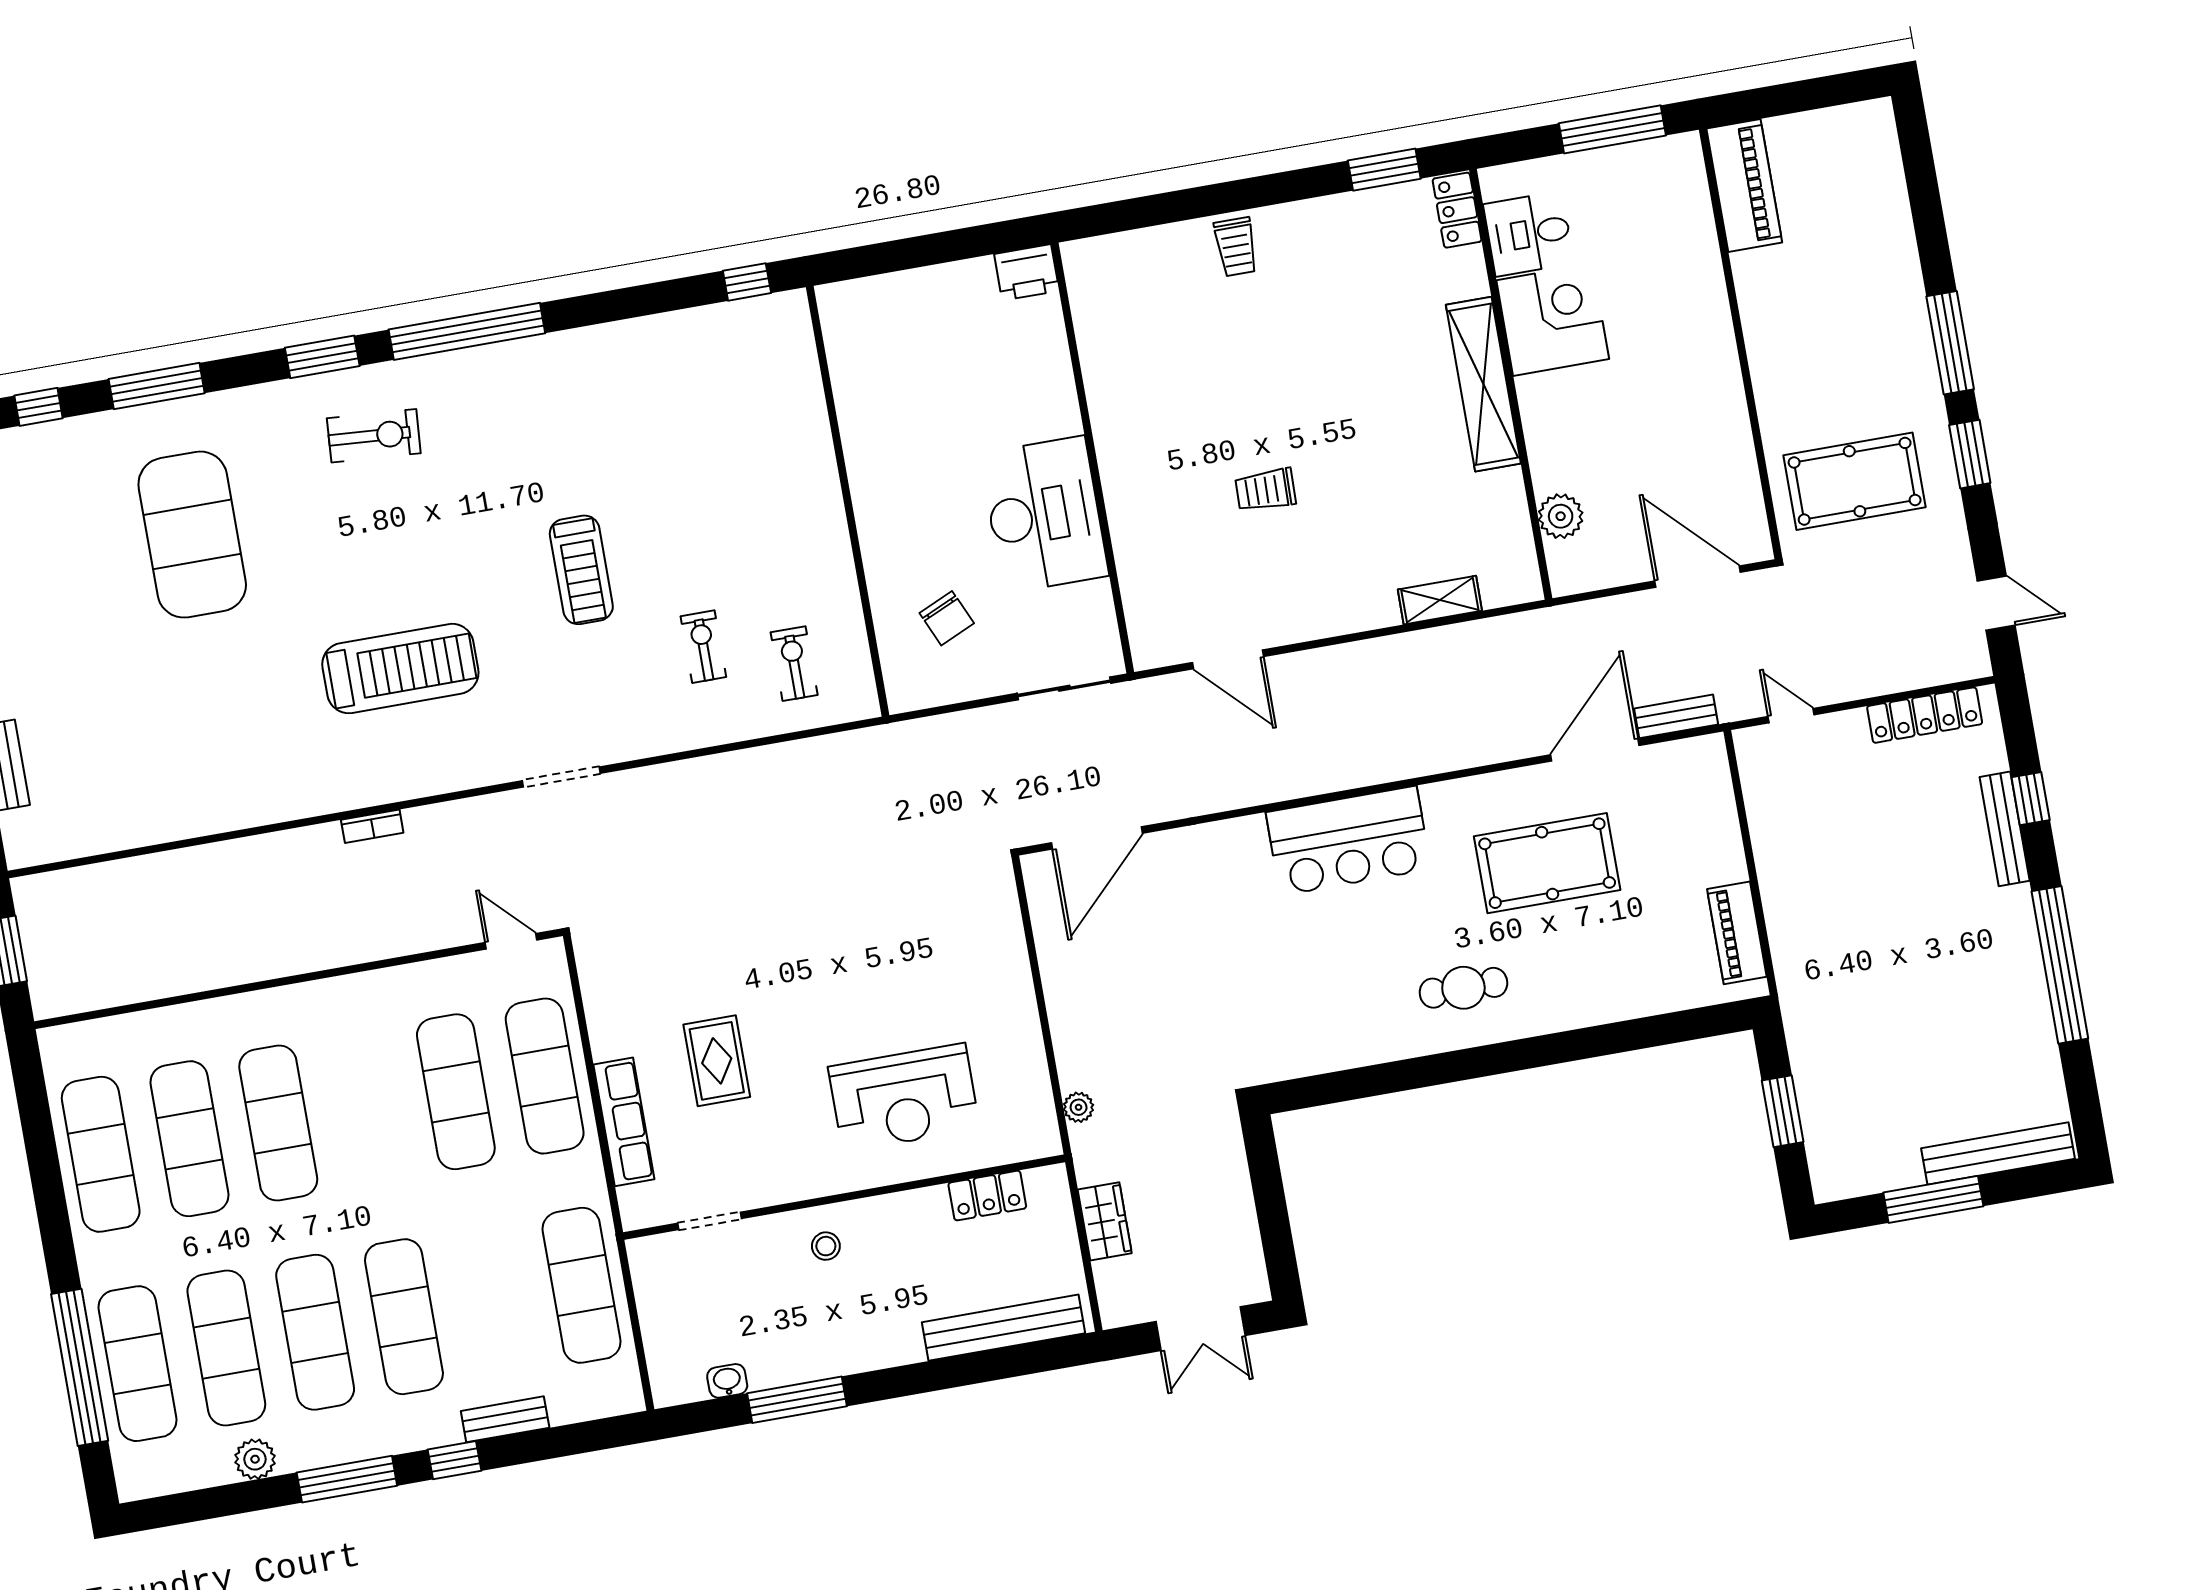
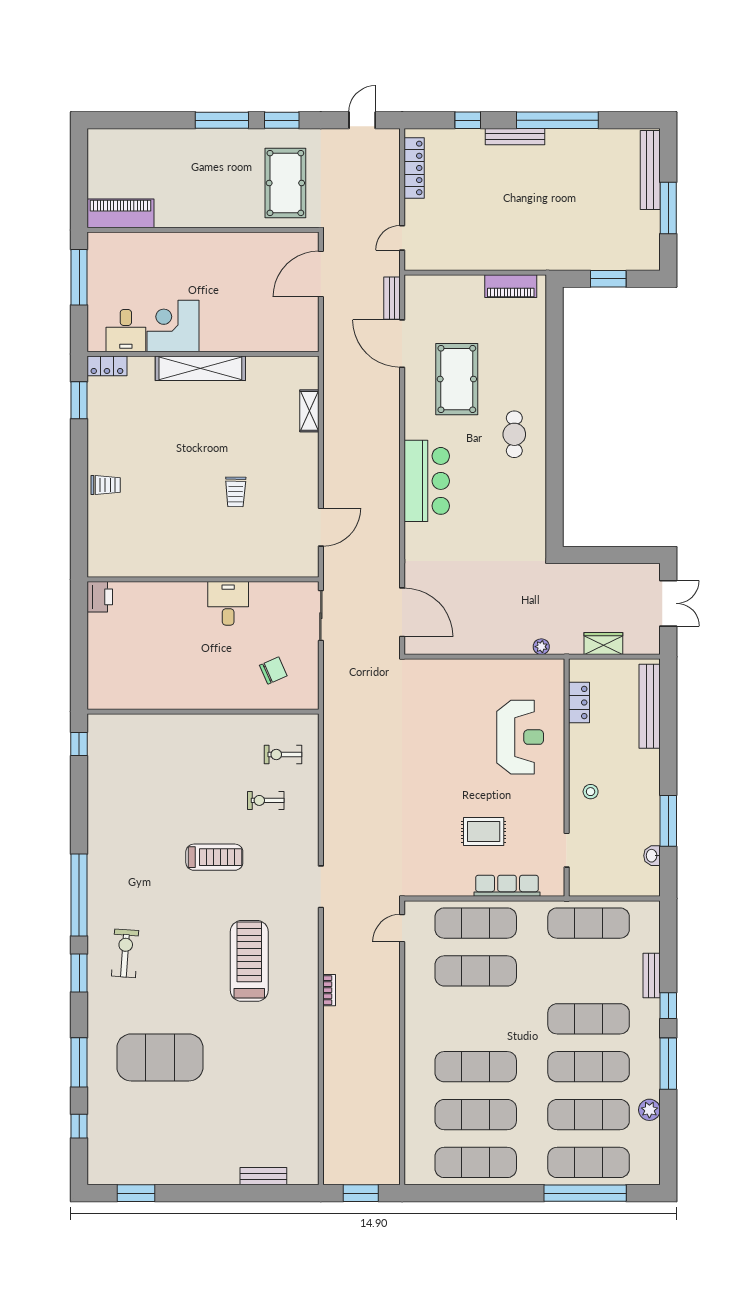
desk: (1044, 515) -> (228, 603), width x0.53, depth x0.77
plant: (1561, 516) -> (277, 340), removed
bench: (2005, 829) -> (515, 137), moved

